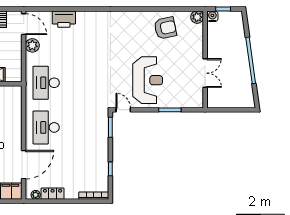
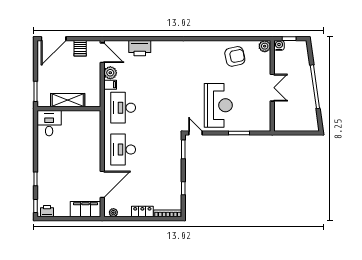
filing cabinet: (32, 58) -> (110, 85), added
double door: (205, 73) -> (272, 88), moved
locker: (53, 194) -> (142, 212), moved

